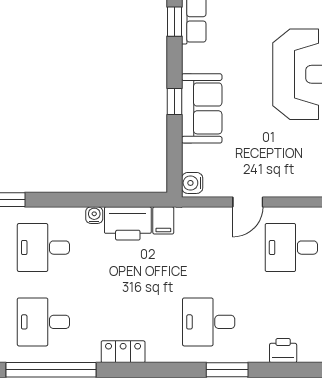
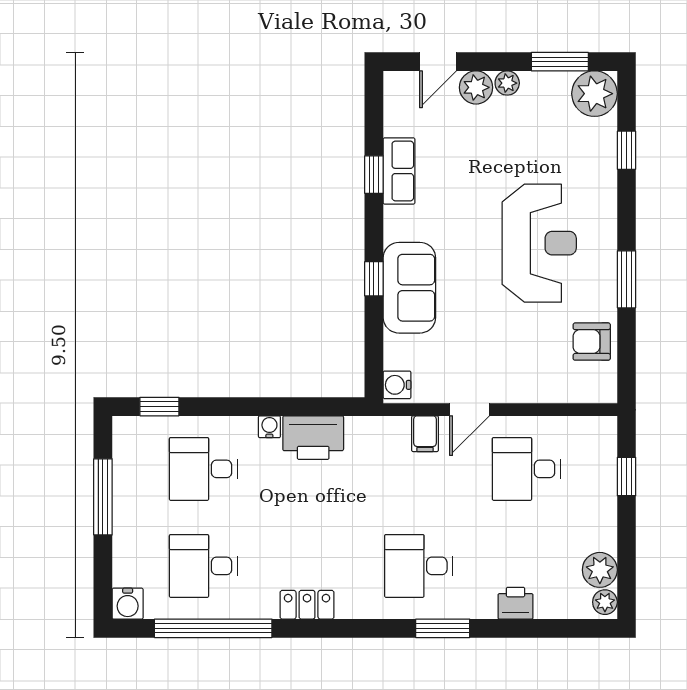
filing cabinet: (163, 220) -> (425, 434), moved

